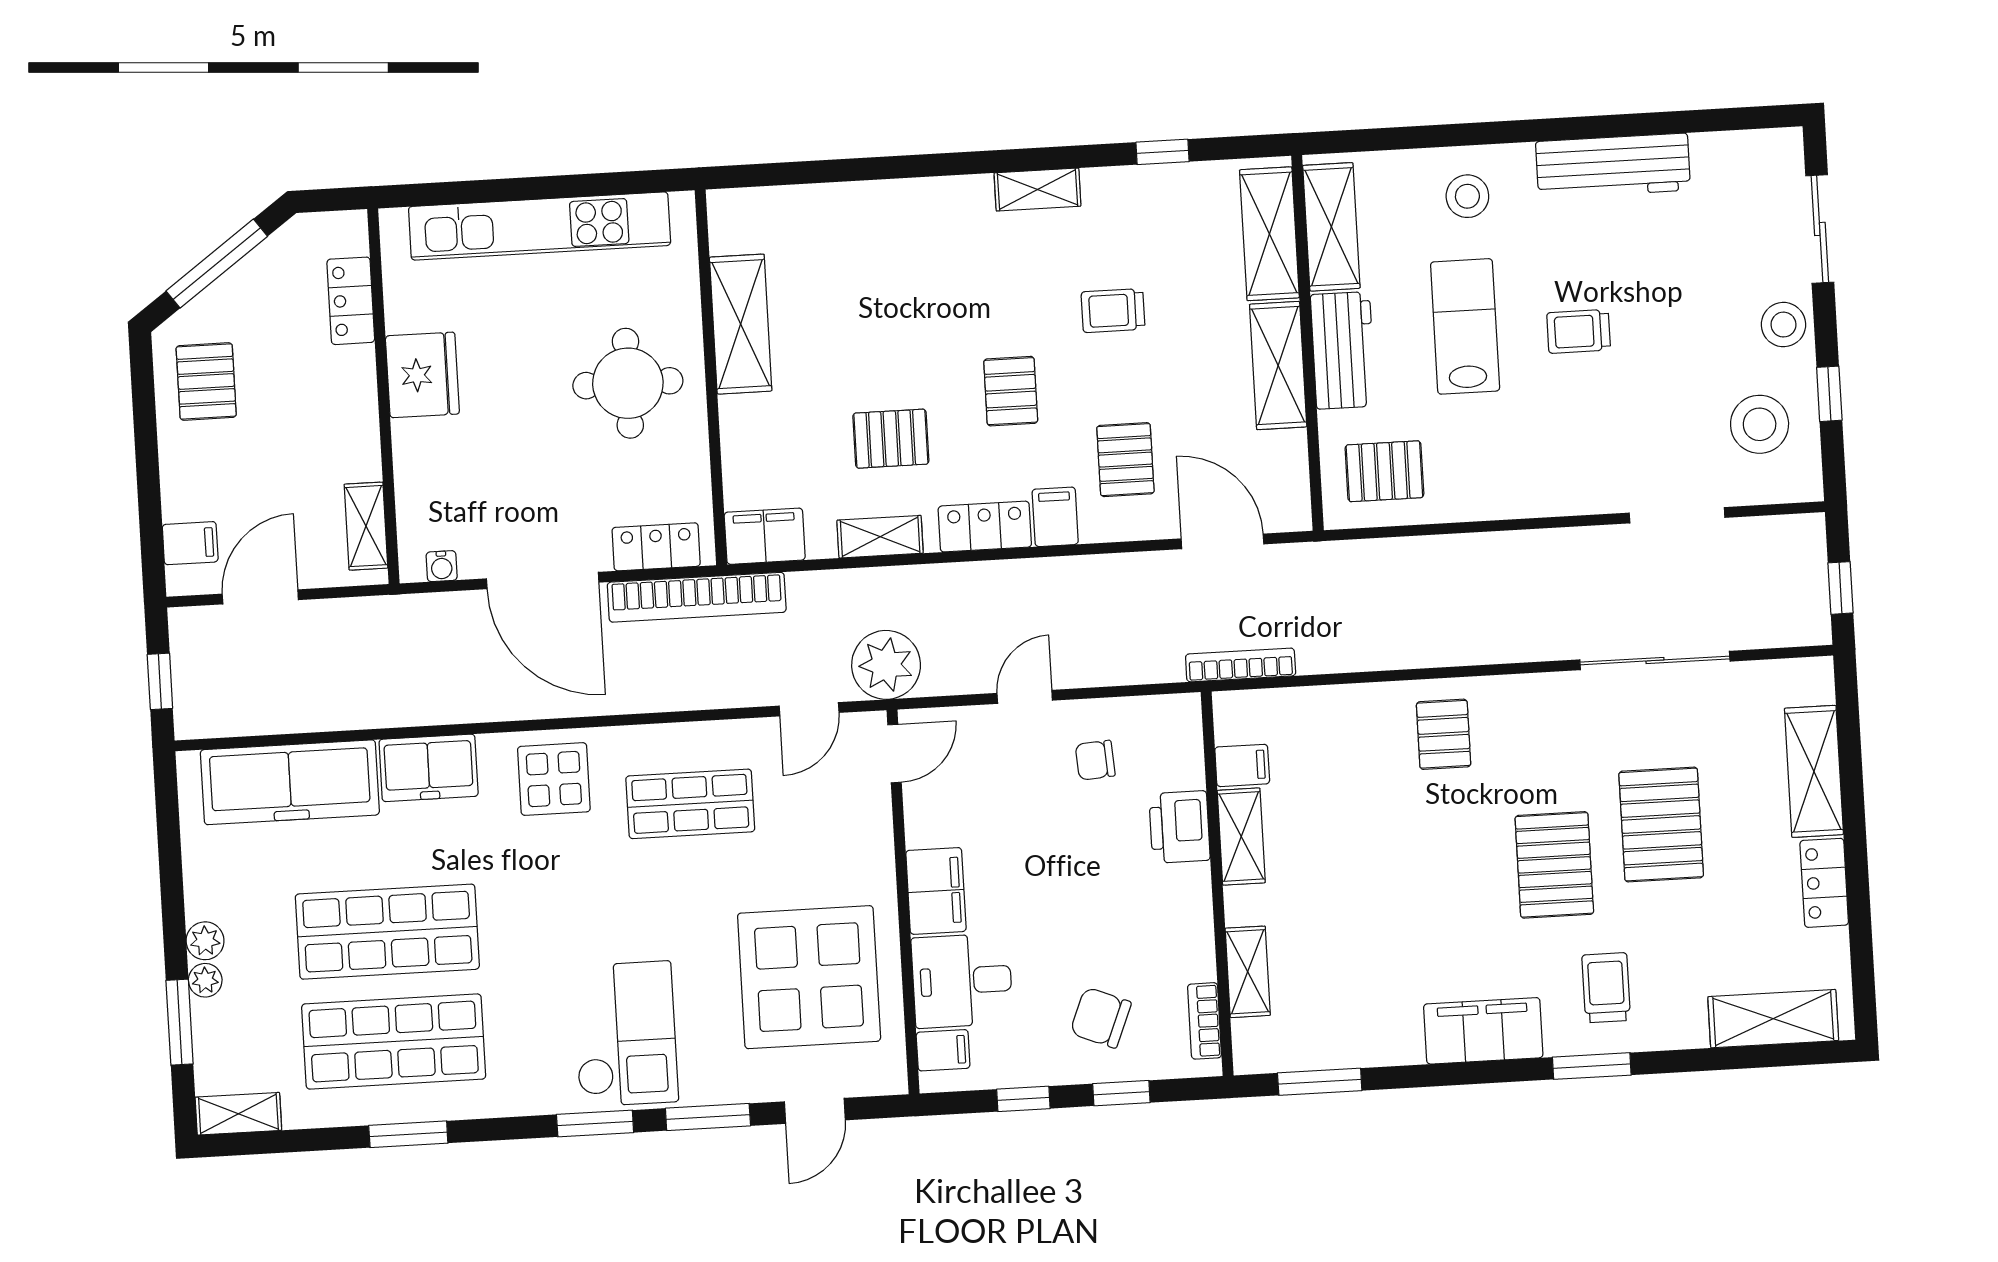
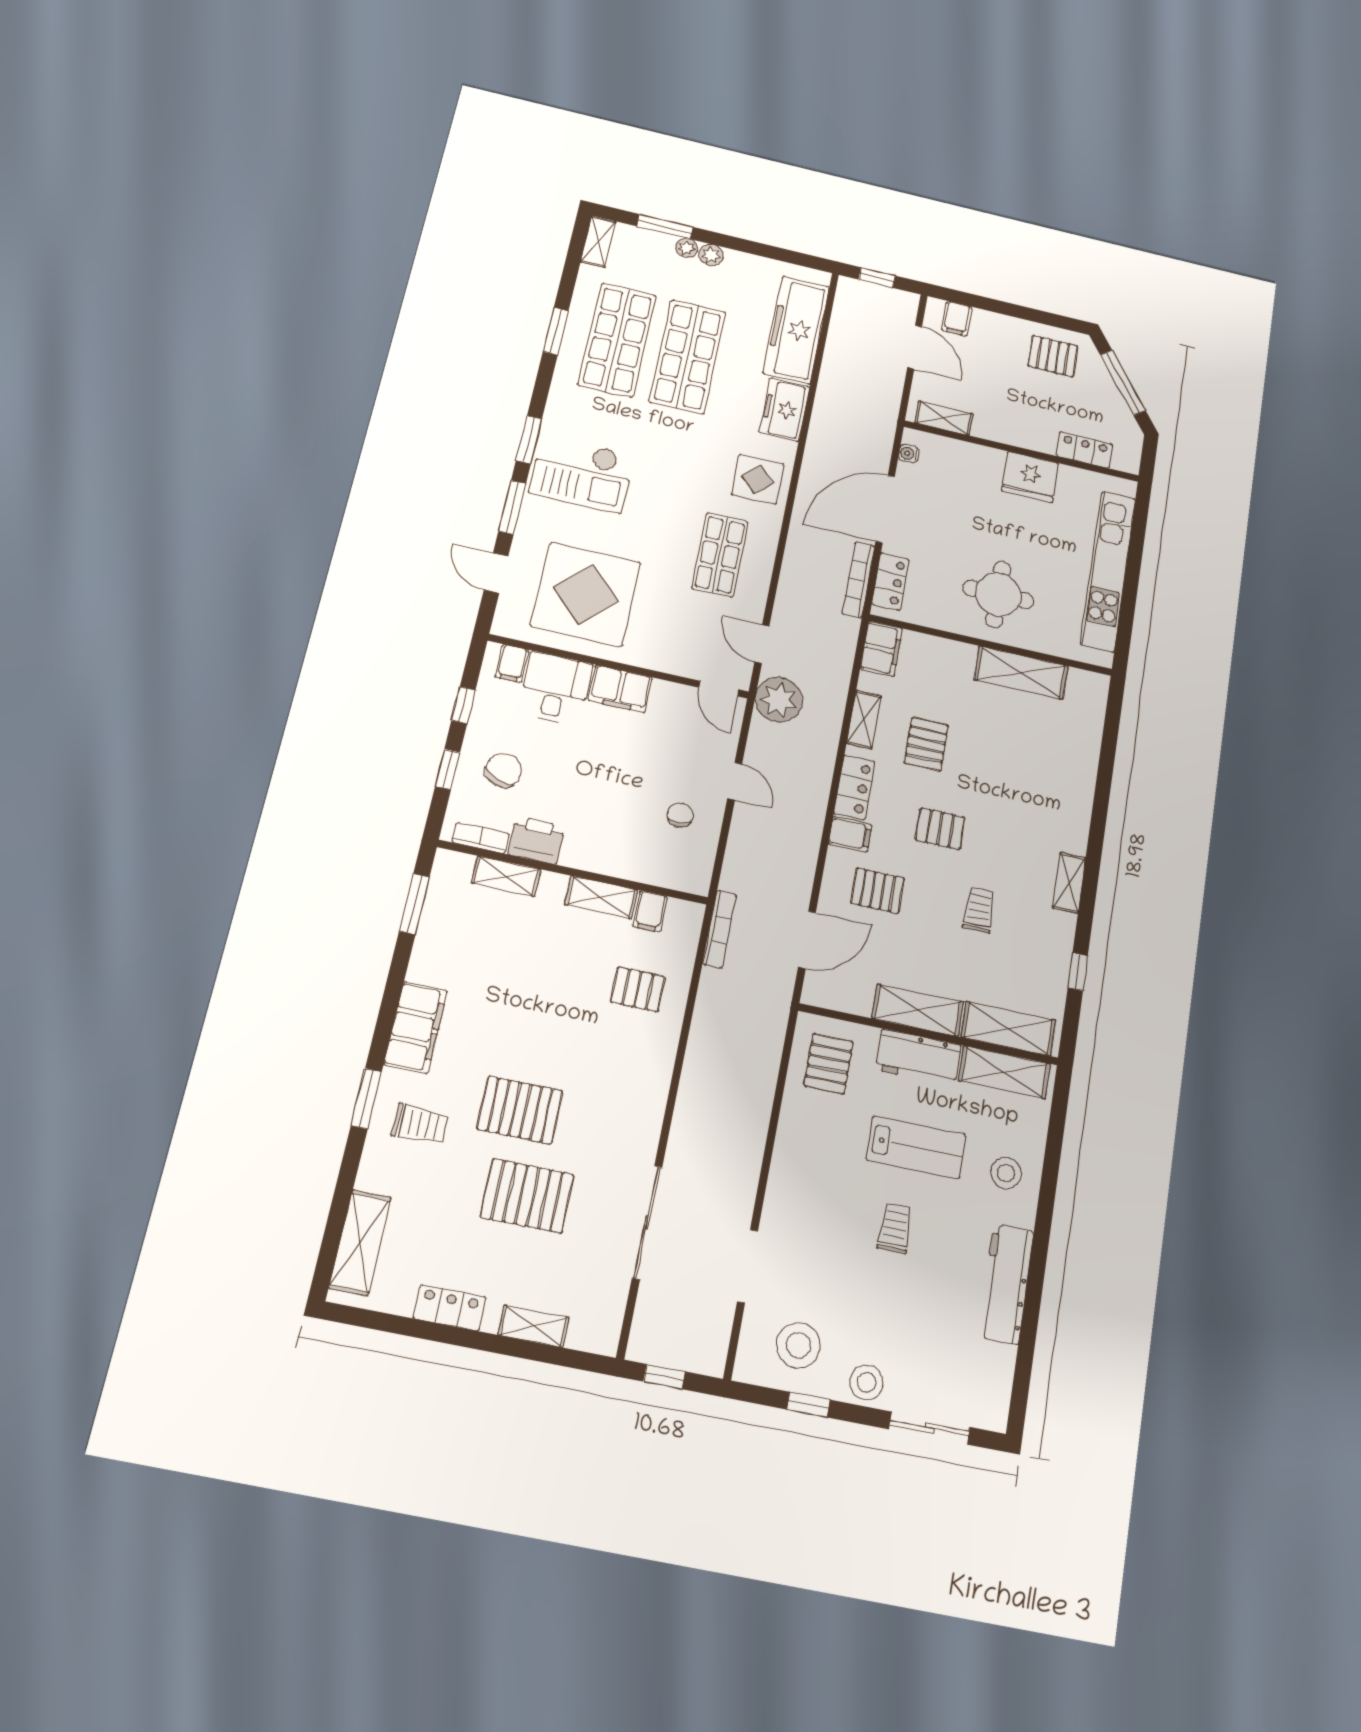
bookcase: (697, 597) -> (858, 580), width x0.68, depth x0.76
pallet: (1444, 734) -> (638, 989), moved
shelving: (1814, 771) -> (533, 1326), width x0.67, depth x0.75
printer: (1180, 827) -> (536, 840), moved

